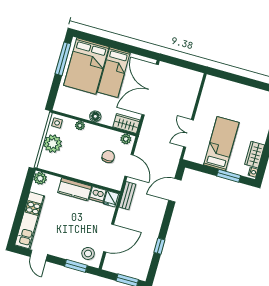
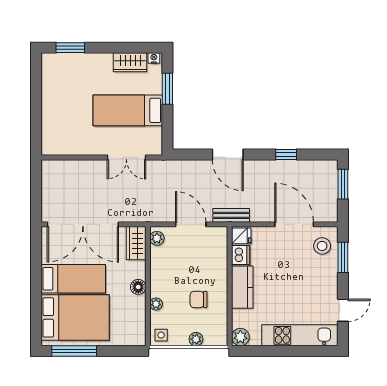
plant: (53, 144) -> (196, 339), width x0.53, depth x0.53
chair: (108, 157) -> (199, 299), moved
door: (129, 165) -> (191, 224), hinge flipped
door: (175, 190) -> (228, 154), moved

